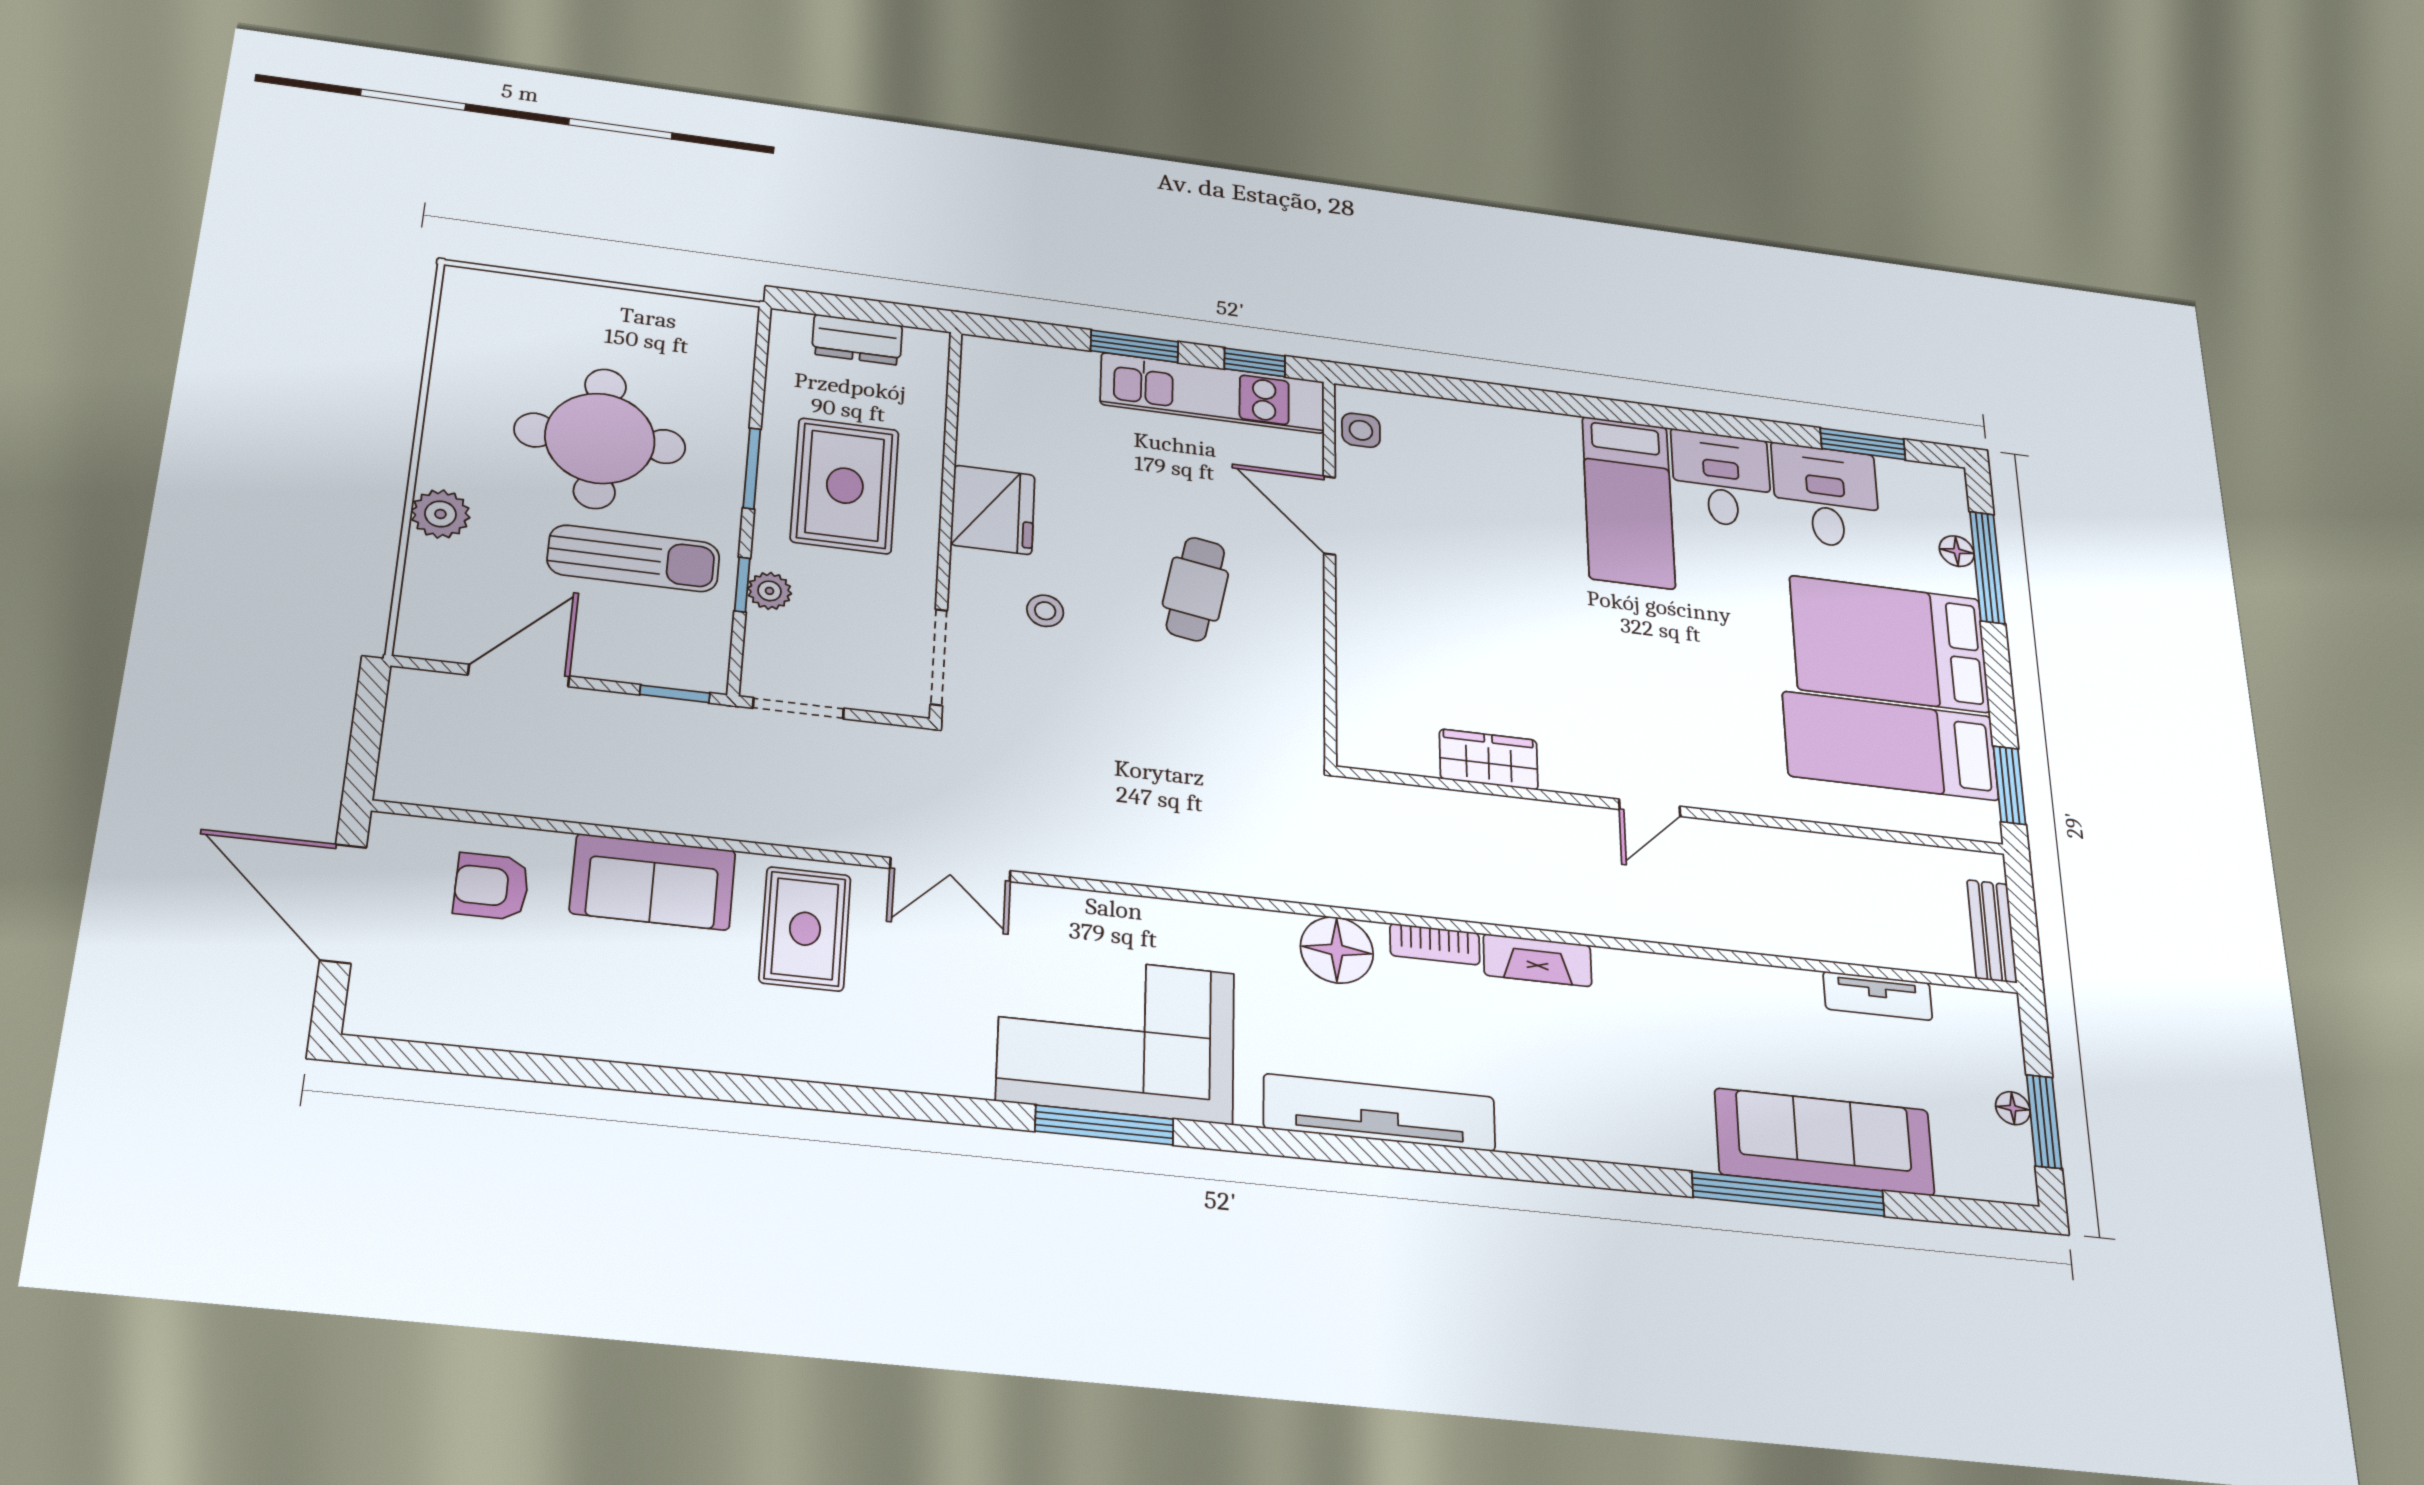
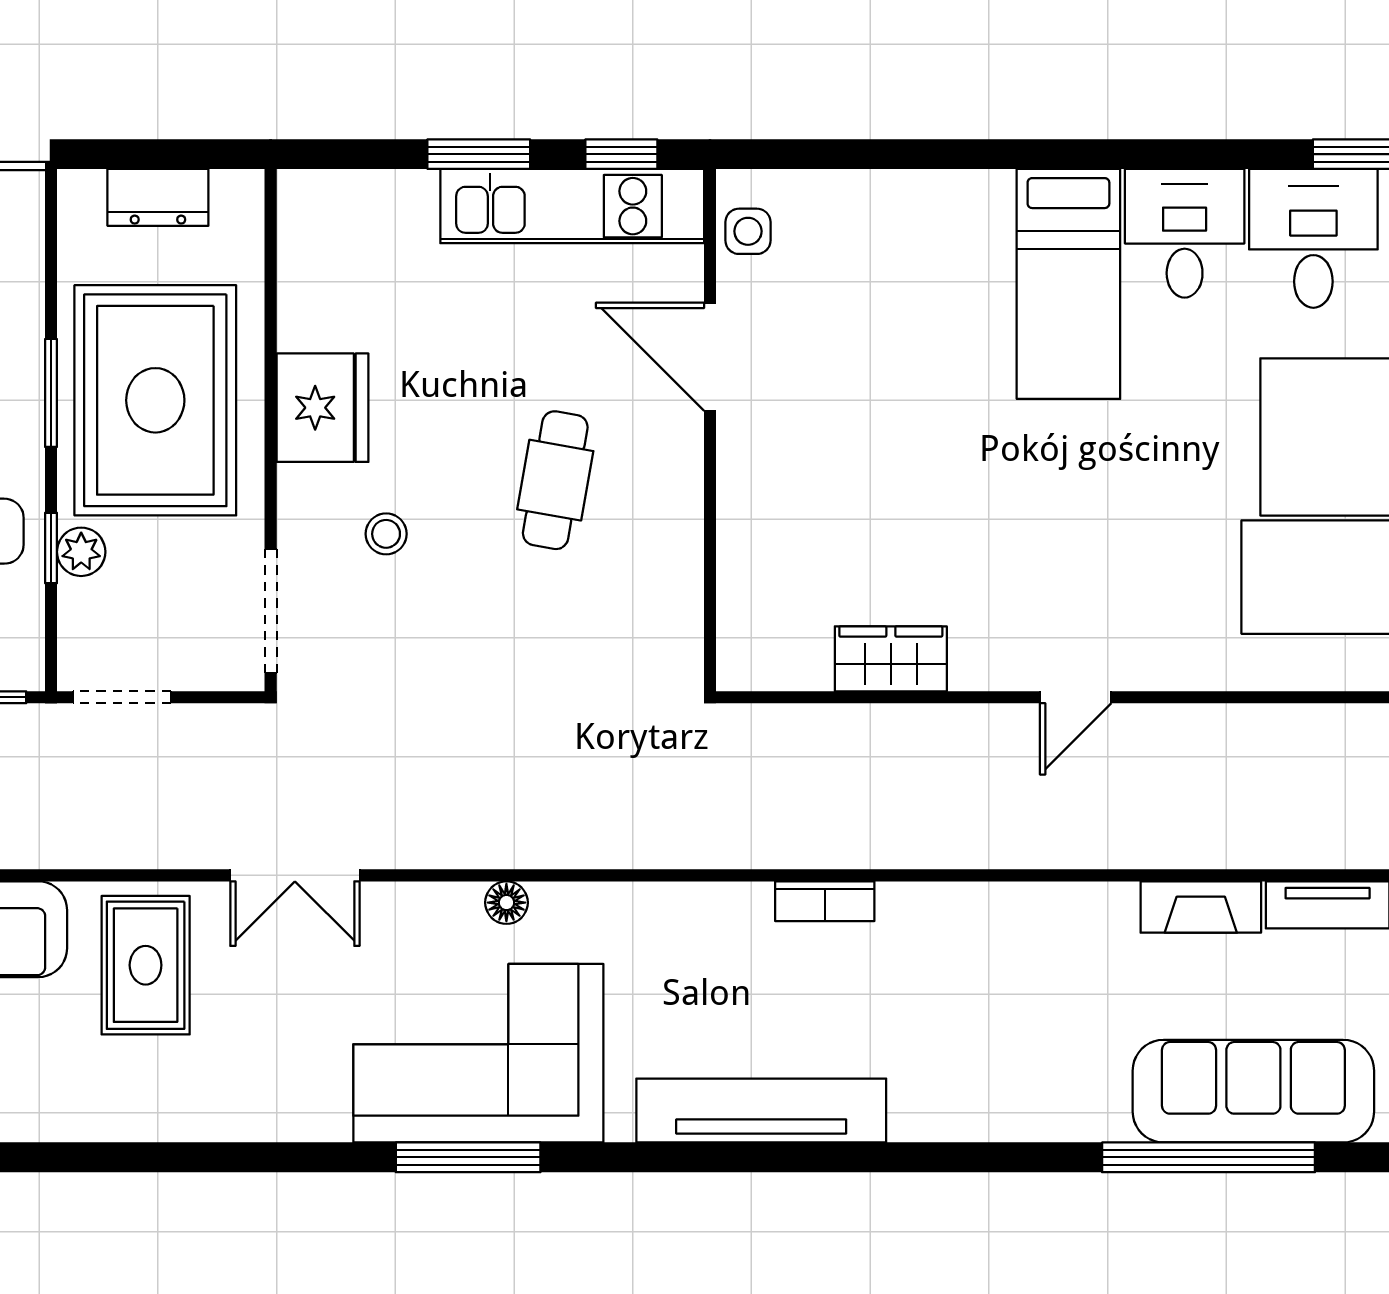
rug: (845, 486) -> (155, 400), width x1.37, depth x1.44
floor lamp: (1337, 950) -> (506, 903), moved, width x0.53, depth x0.53
fireplace: (1537, 960) -> (1201, 907), moved

